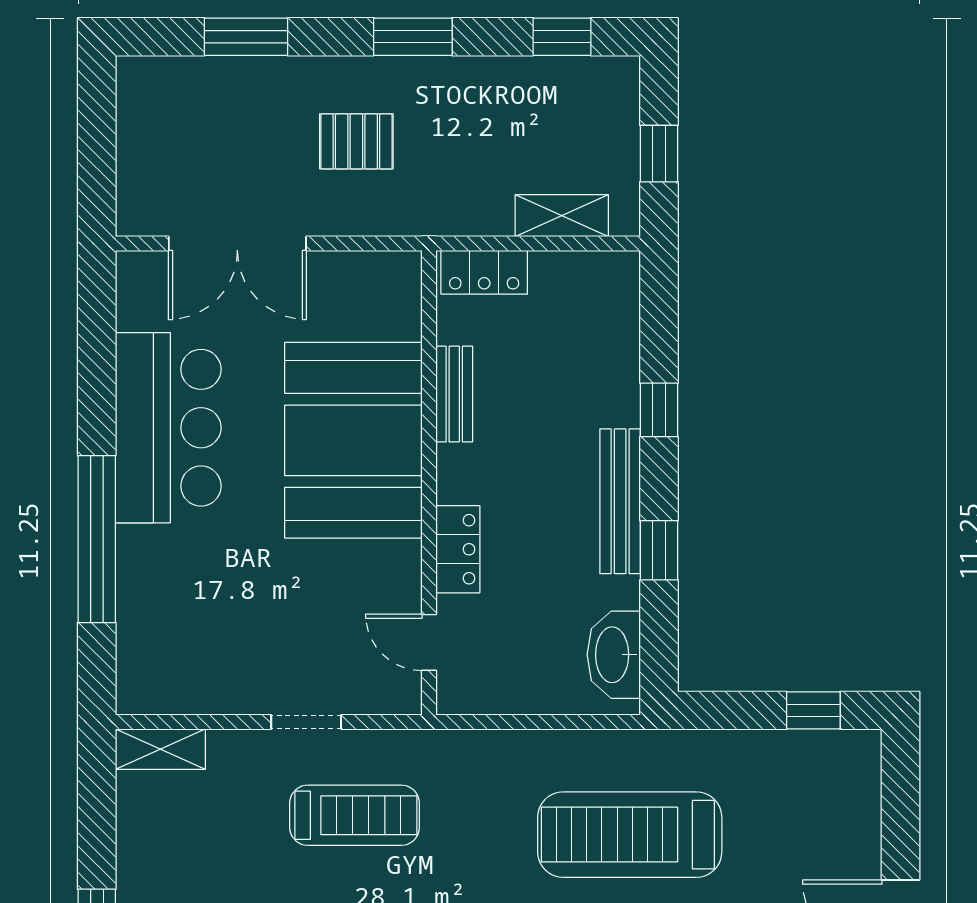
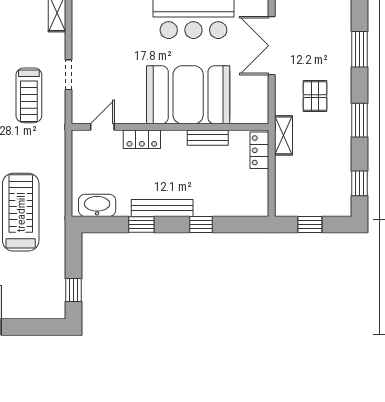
shelving: (562, 216) -> (284, 135), moved

